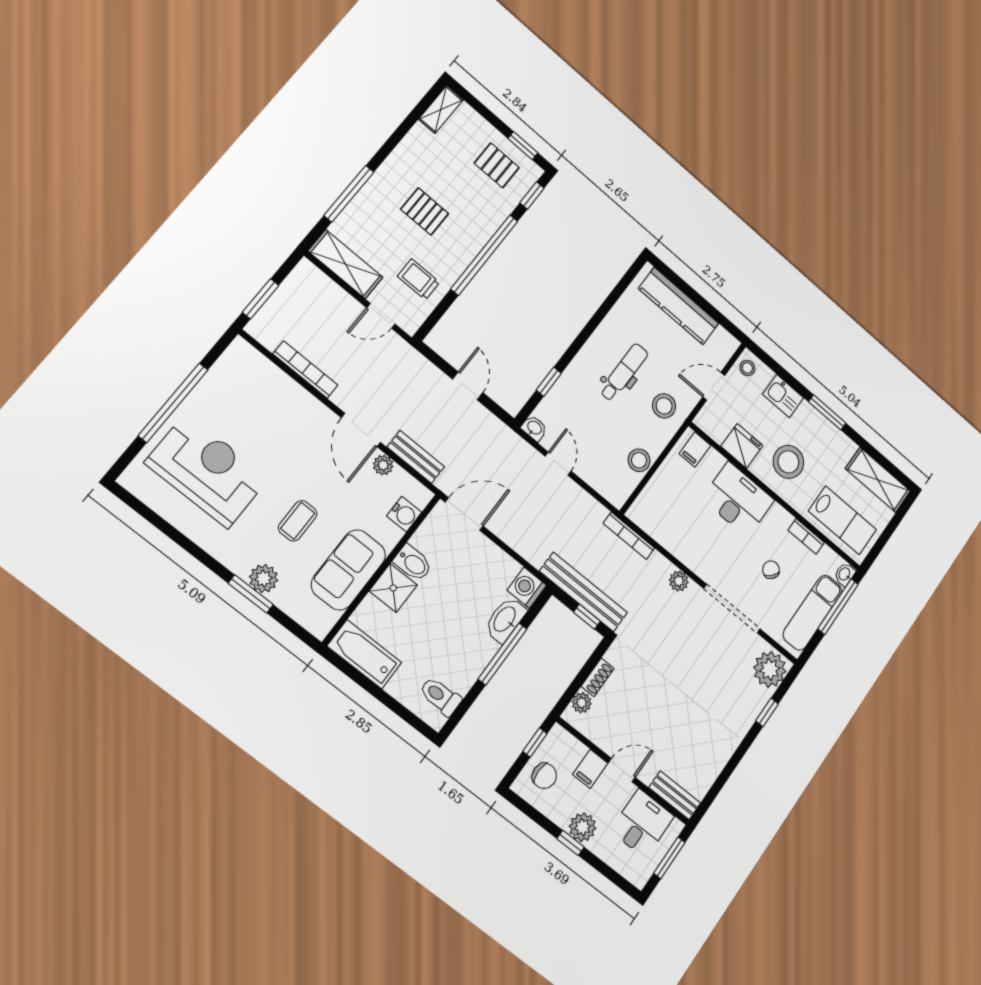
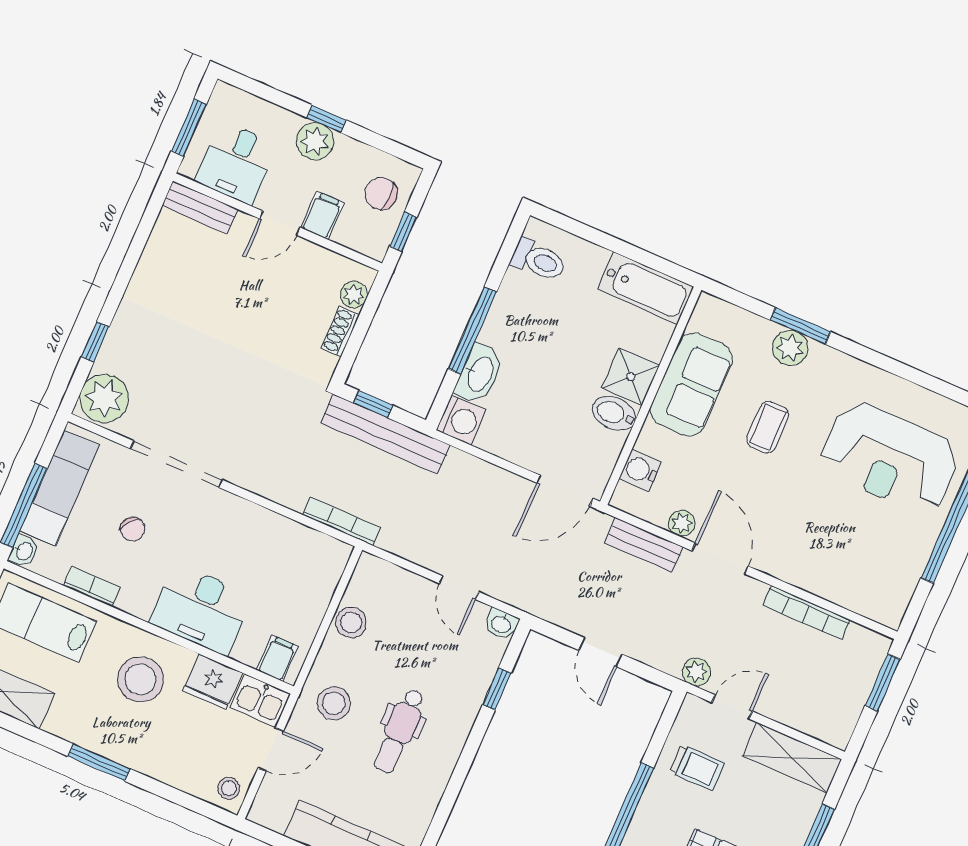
kitchen sink: (783, 396) -> (260, 700), moved, turned 180
plant: (679, 581) -> (696, 672), moved

